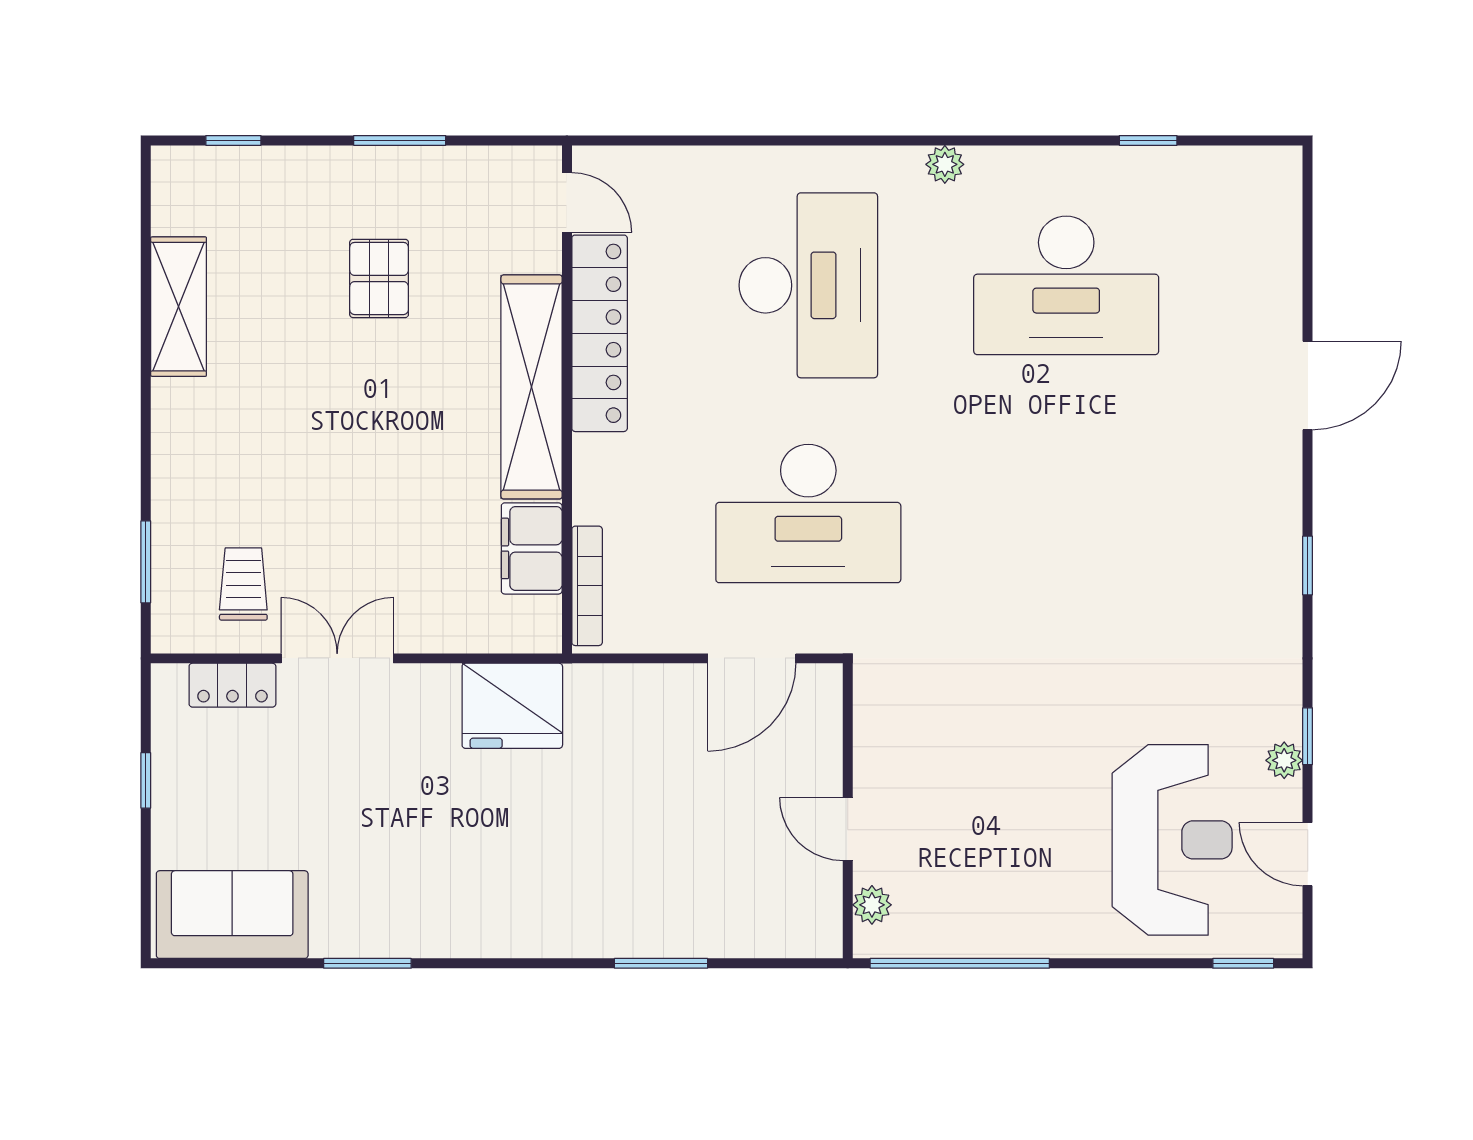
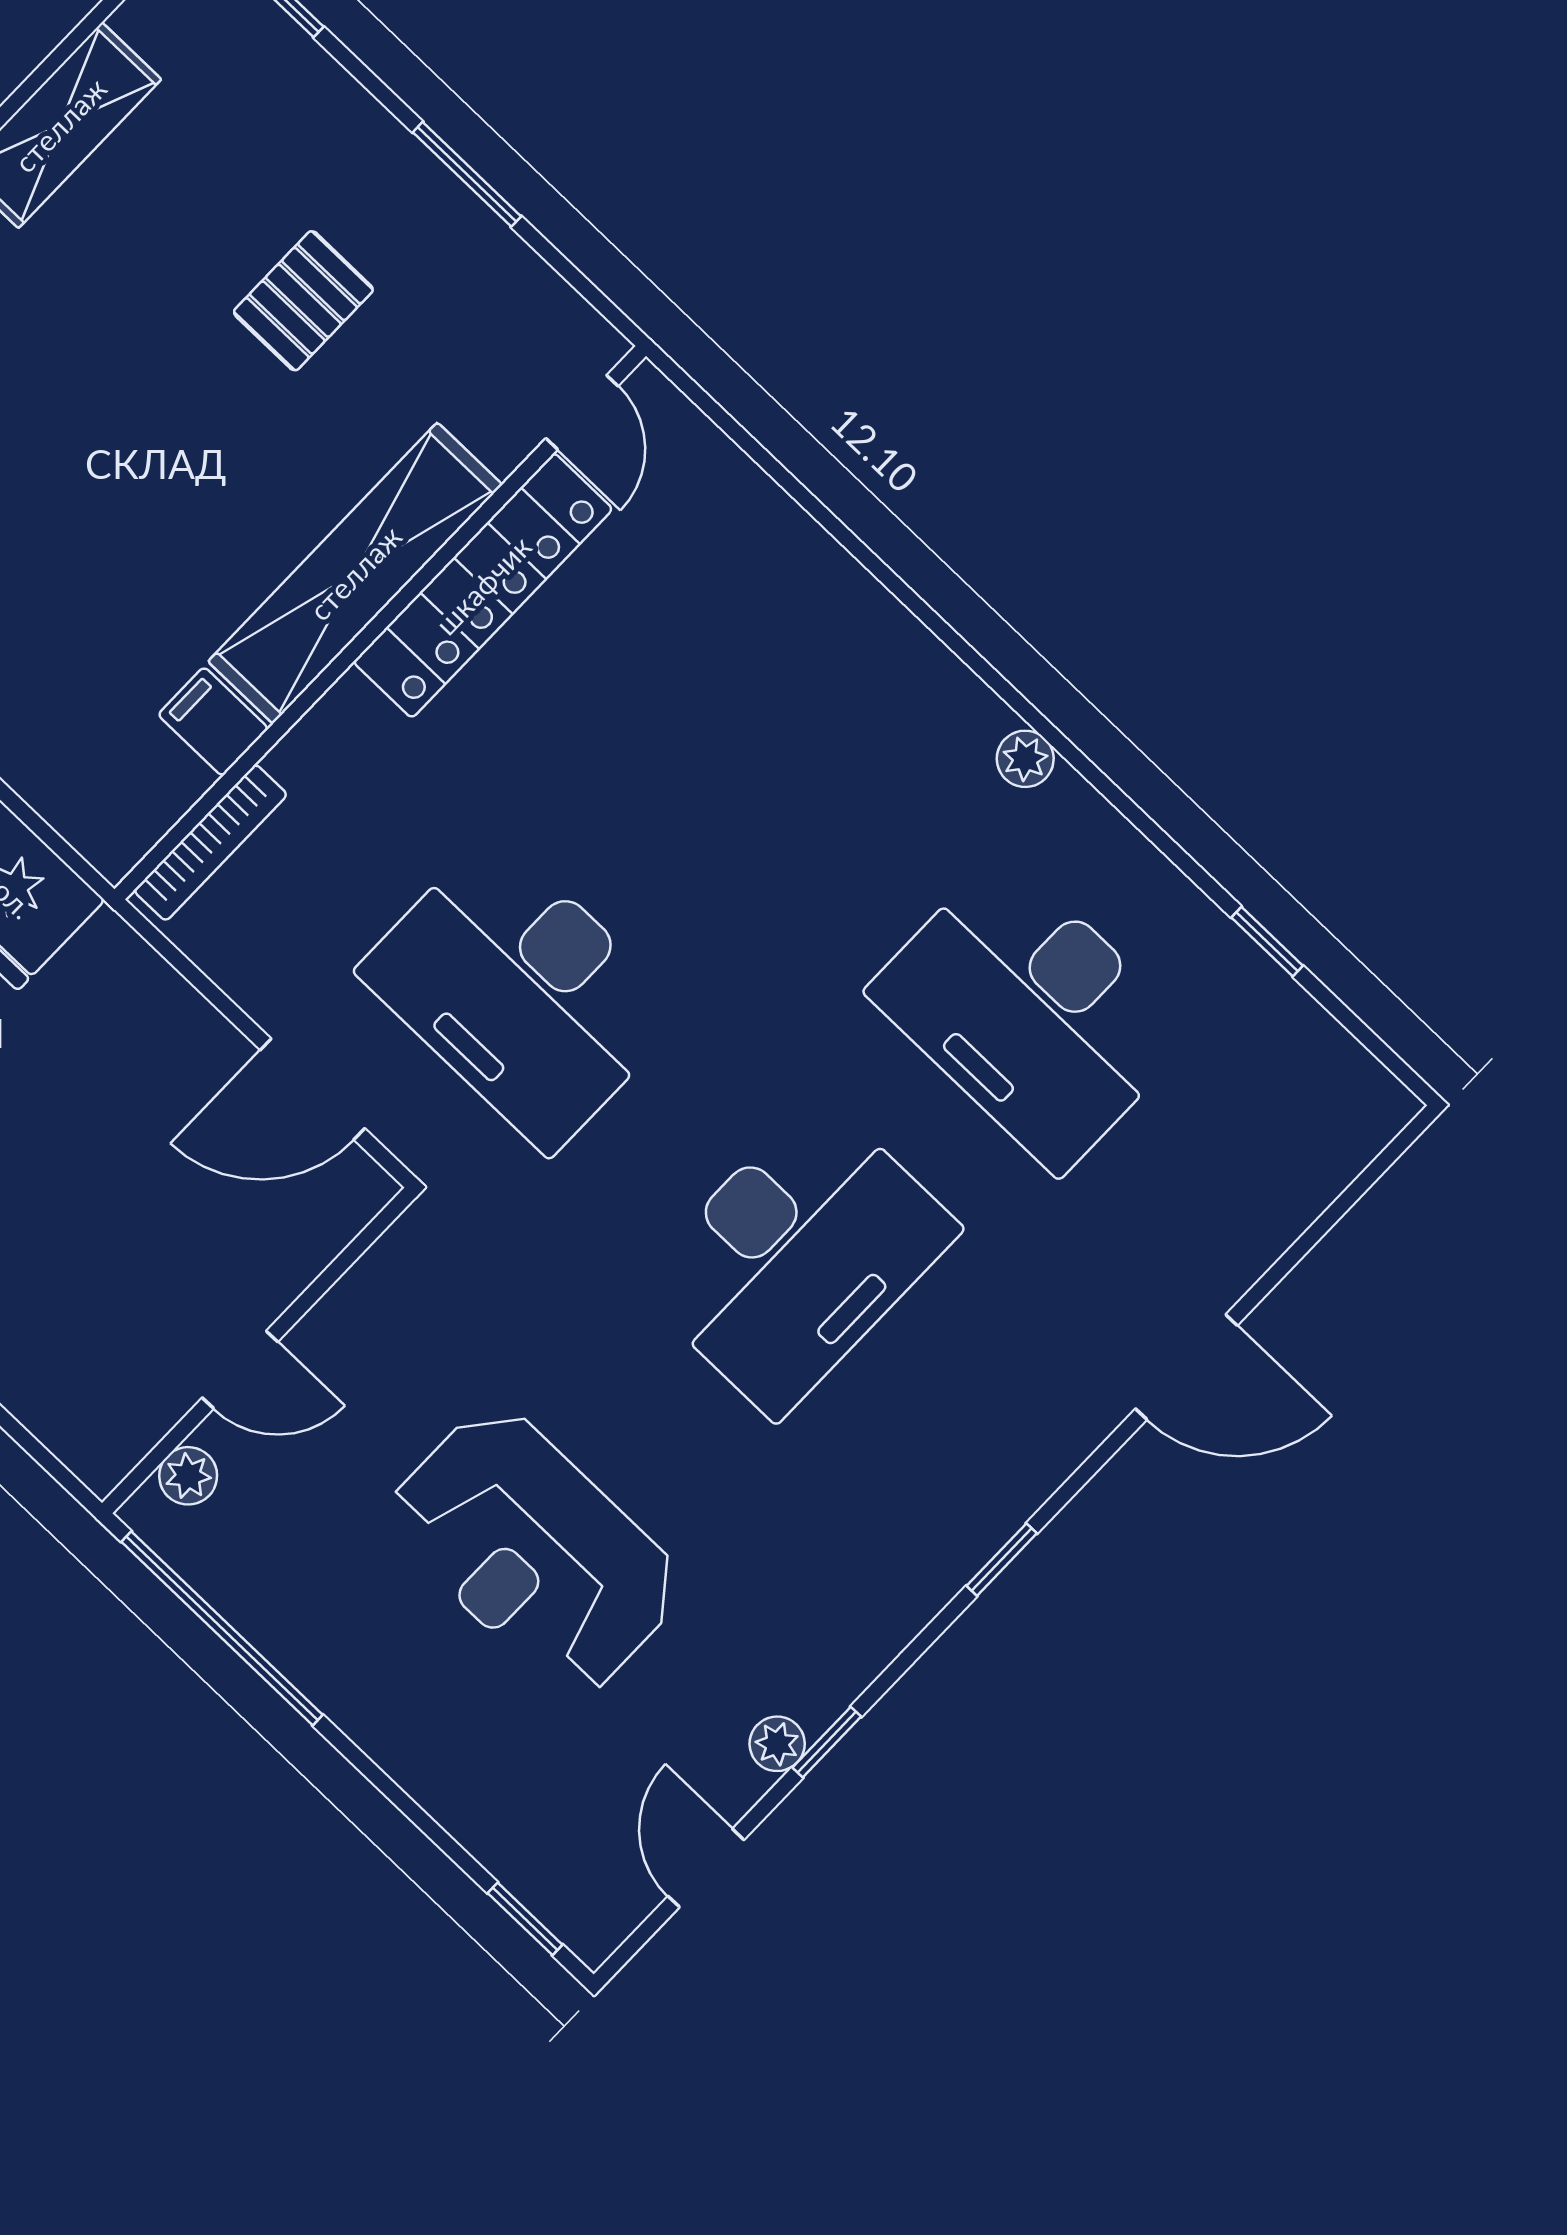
desk: (808, 285) -> (797, 1256), moved
filing cabinet: (532, 548) -> (213, 721), width x0.50
door: (848, 829) -> (240, 1370), swing flipped
reception desk: (1172, 840) -> (535, 1551), moved, turned 90

